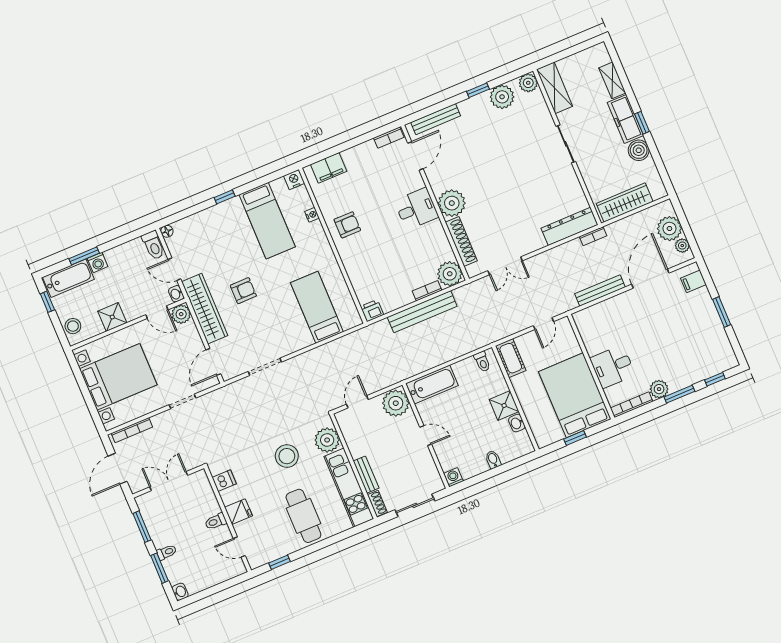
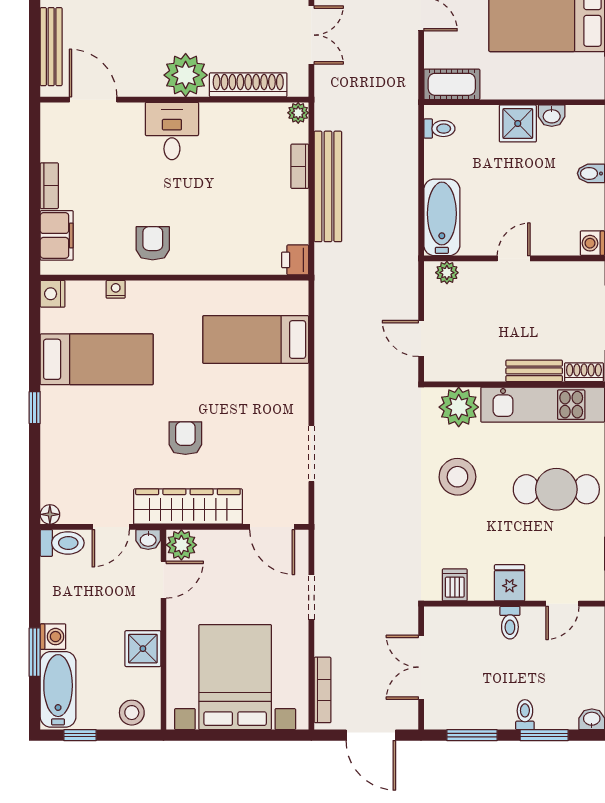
bookcase: (389, 138) -> (49, 186), moved
plant: (450, 274) -> (298, 113), width x0.53, depth x0.53
plant: (396, 403) -> (447, 273), width x0.53, depth x0.53

